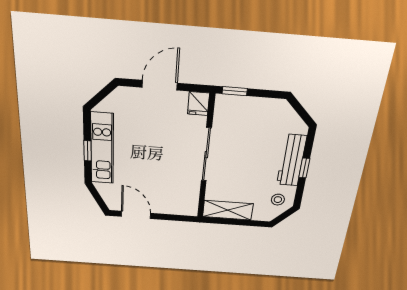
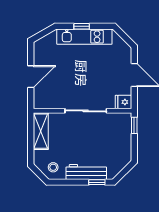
window: (304, 168) -> (97, 182), moved
door: (136, 215) -> (31, 77), moved

